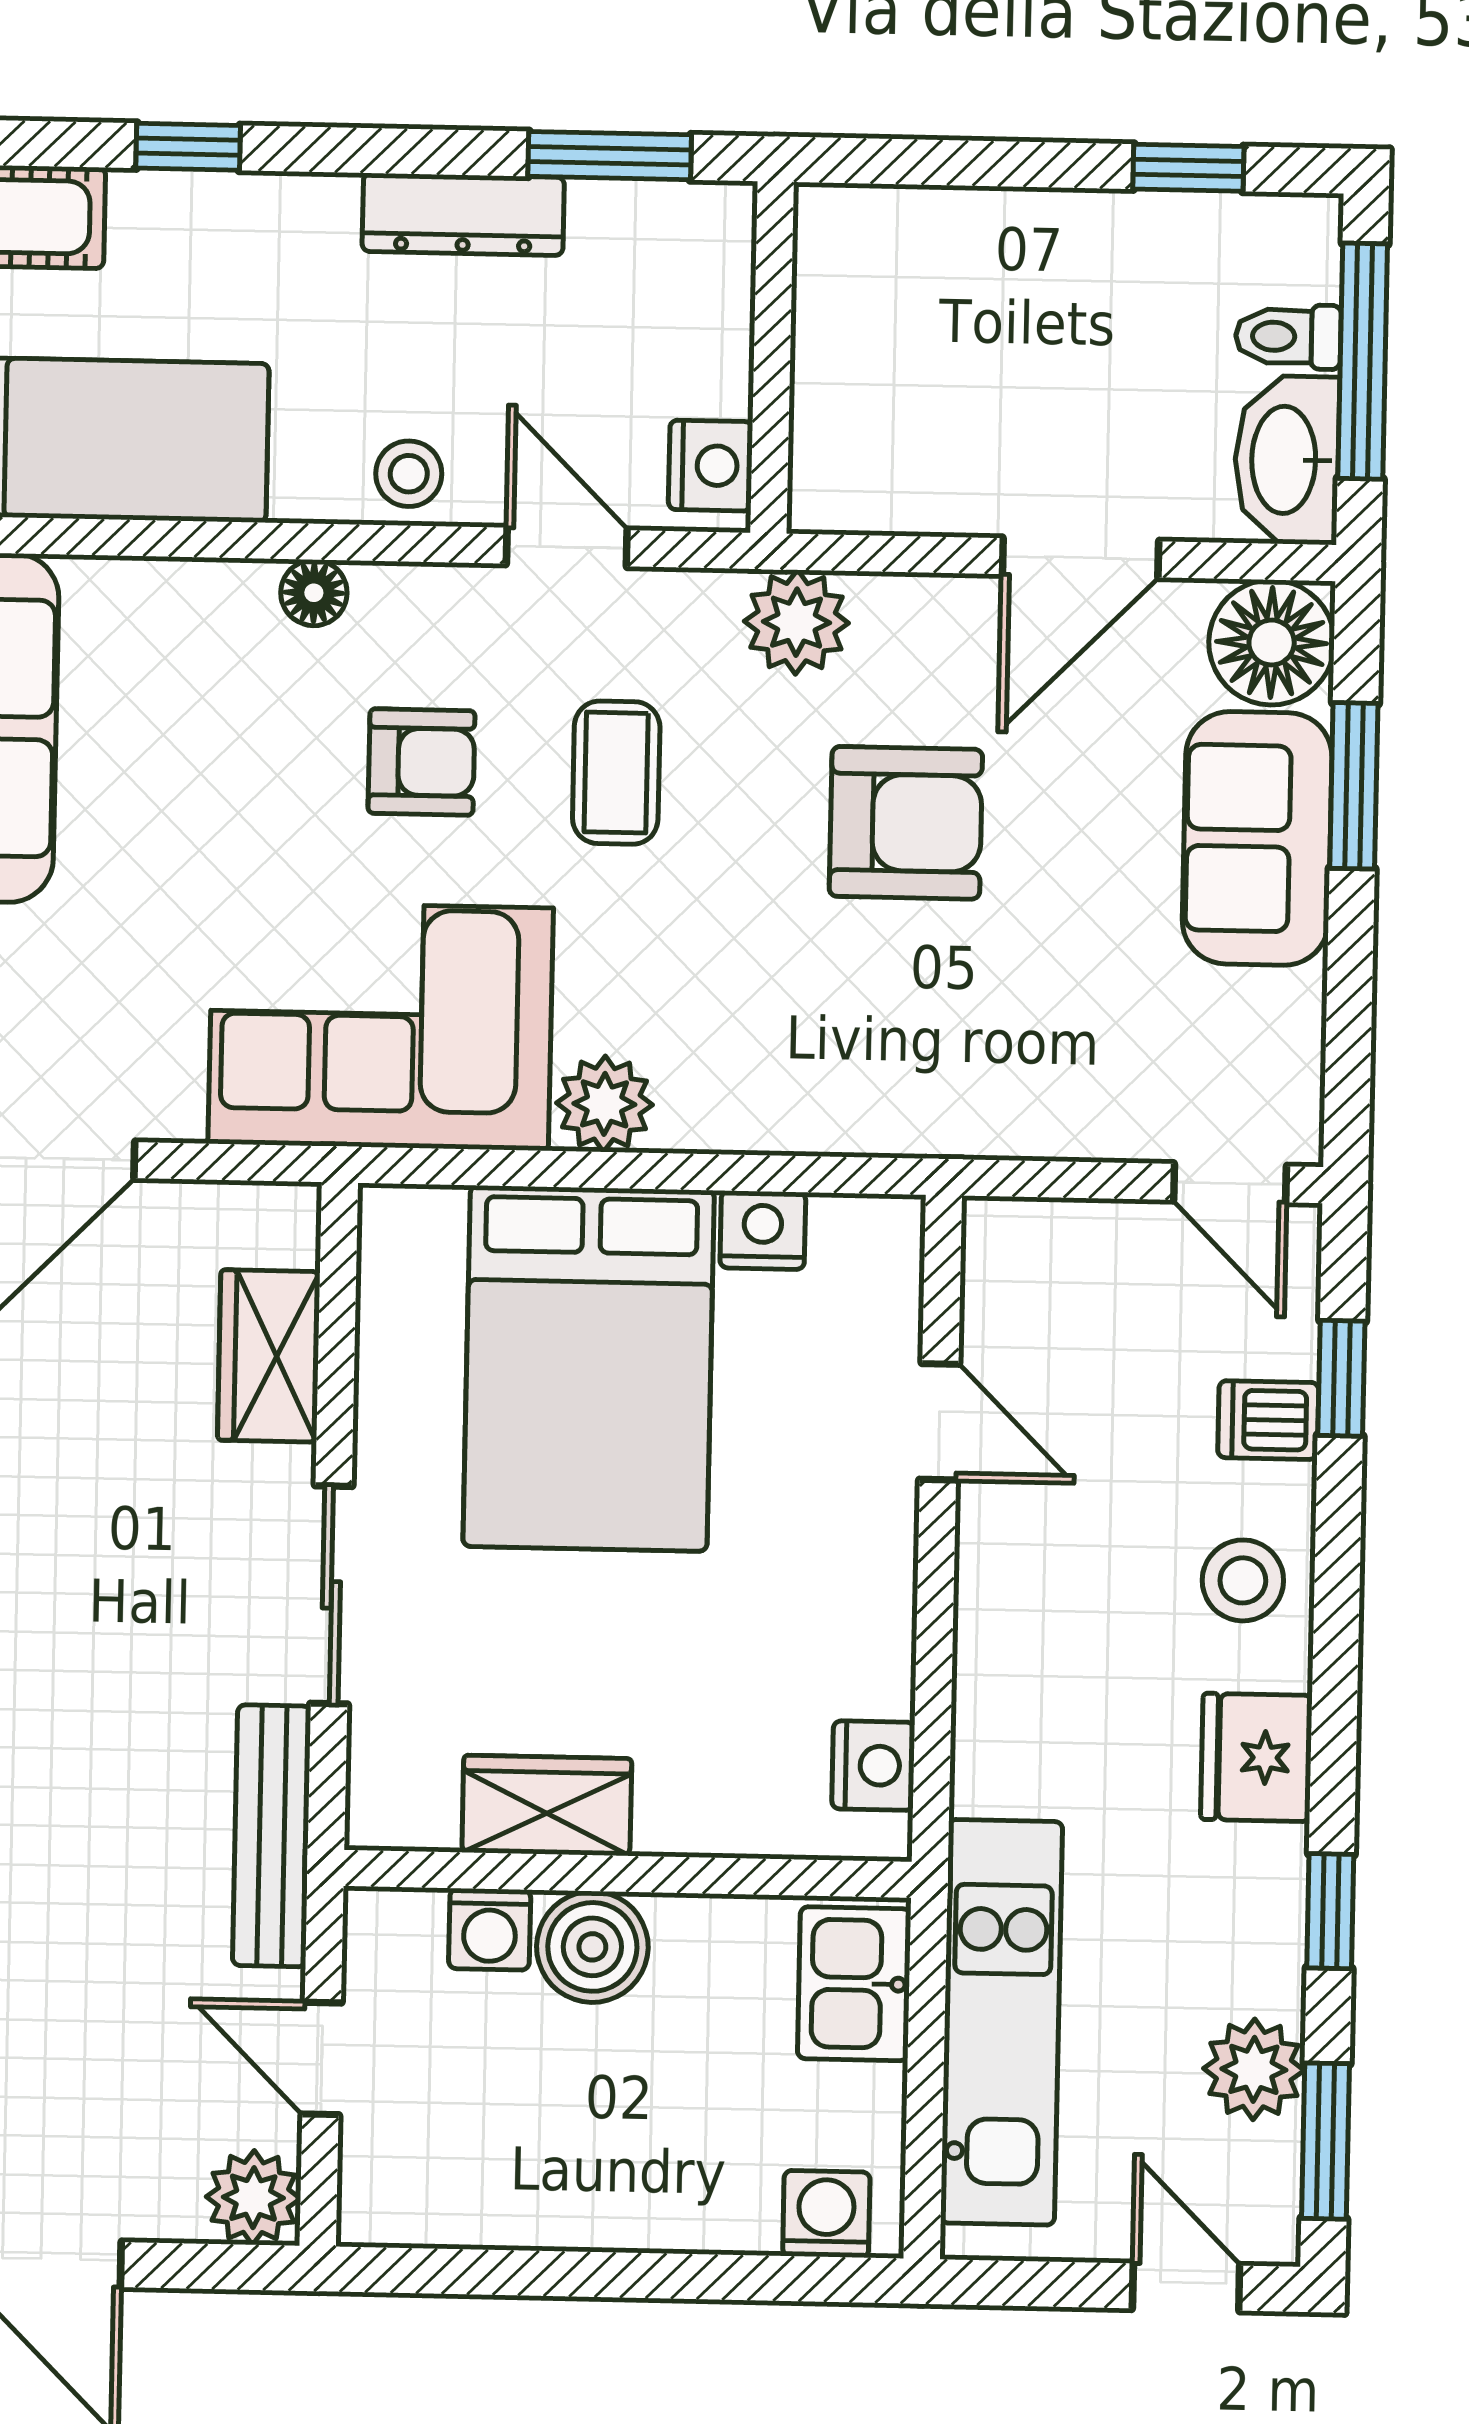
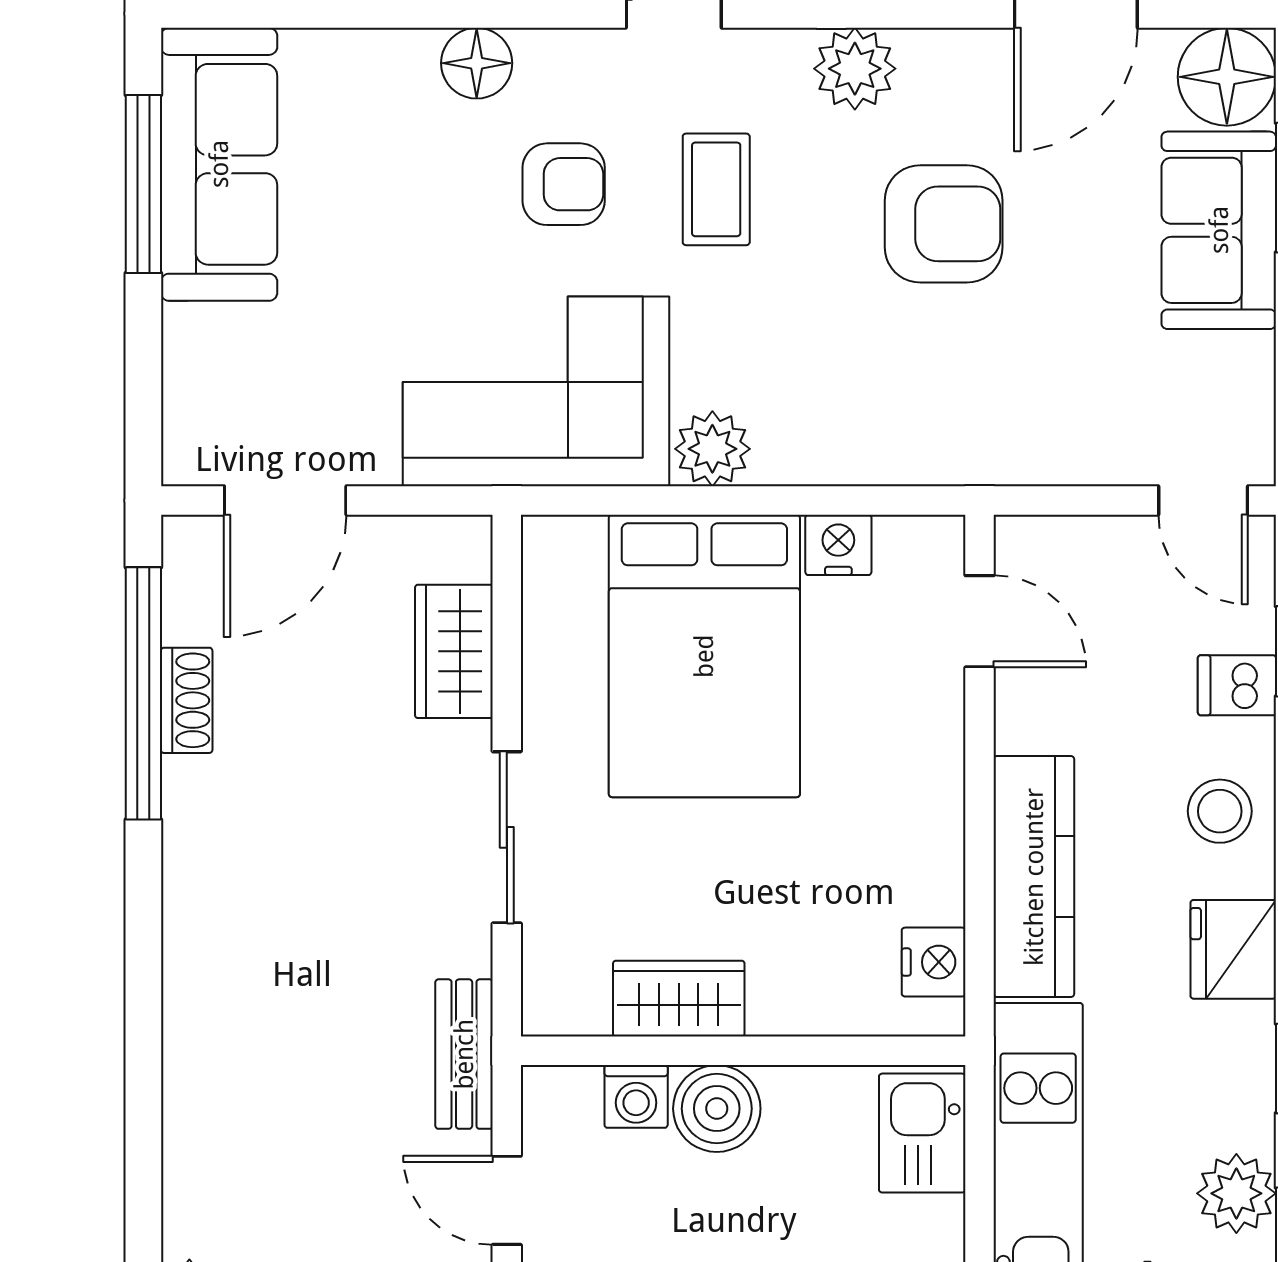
floor lamp: (314, 593) -> (477, 63), width x1.37, depth x1.37
door: (939, 1422) -> (980, 621), moved
kitchen counter: (1004, 1659) -> (1034, 877), added
bench: (272, 1836) -> (464, 1054), width x0.73

